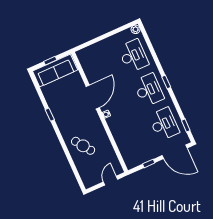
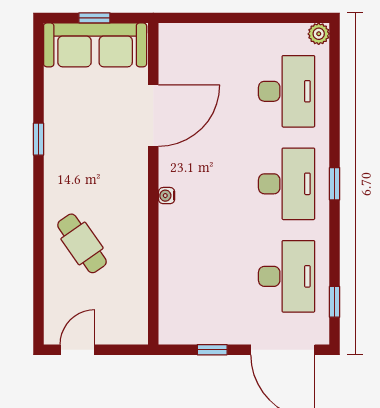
door: (93, 97) -> (153, 116), moved
door: (110, 181) -> (77, 350), moved

